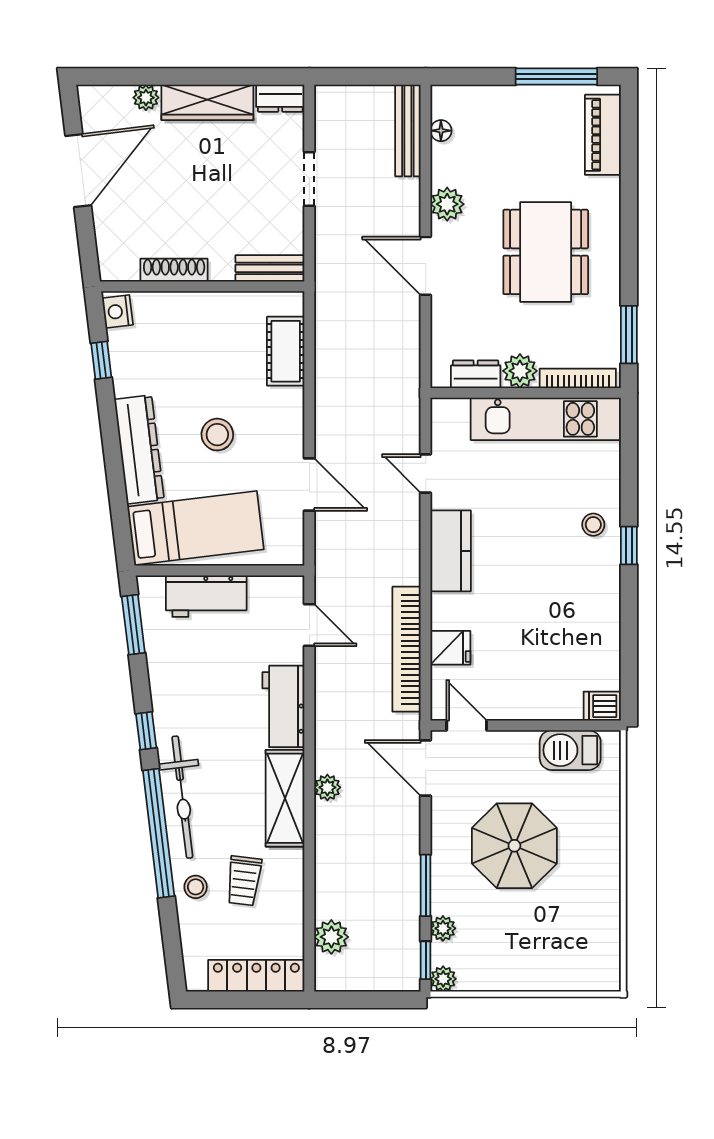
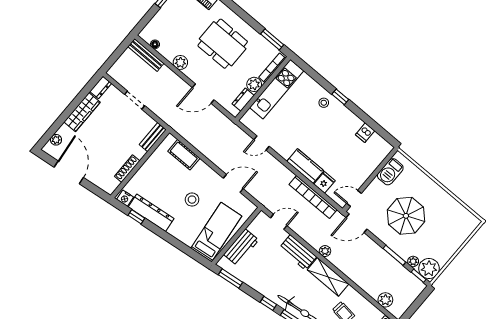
plant: (146, 98) -> (56, 140), moved
door: (426, 266) -> (203, 94), moved
dresser: (139, 449) -> (151, 213), moved
kitchen counter: (451, 551) -> (305, 166), moved
dishwasher: (602, 706) -> (365, 133), moved
plant: (327, 787) -> (325, 251), moved
plant: (443, 979) -> (429, 268), width x1.88, depth x1.88

